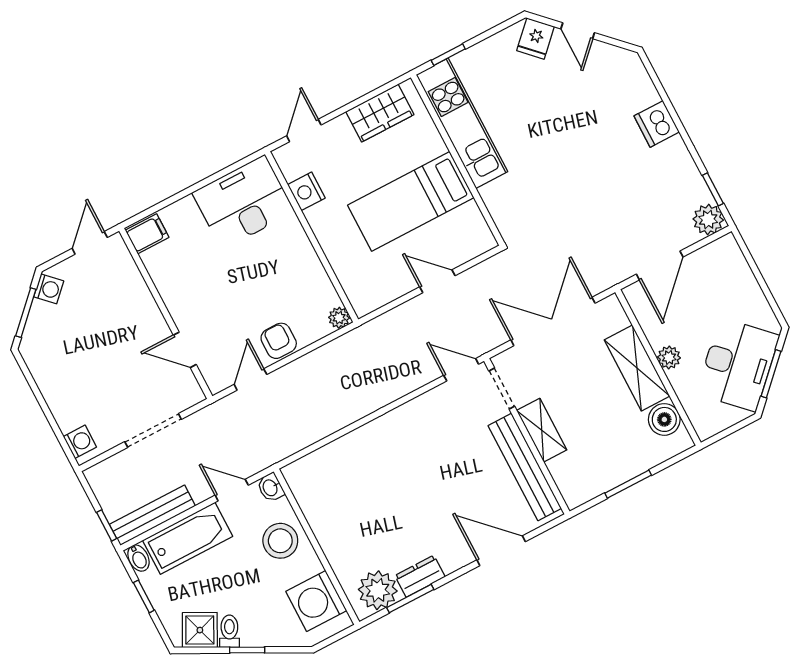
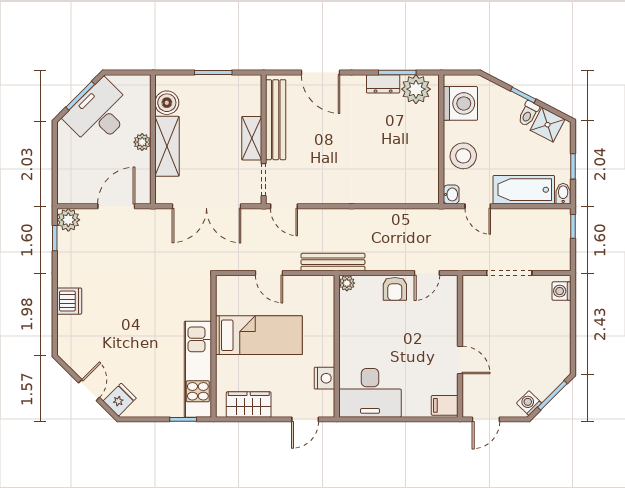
door: (185, 350) -> (460, 360), moved
bench: (152, 515) -> (333, 262), moved

